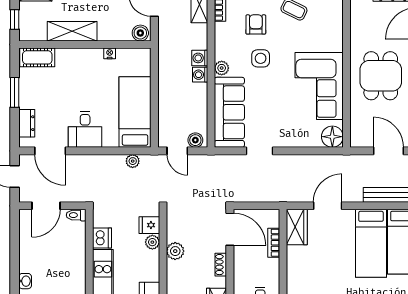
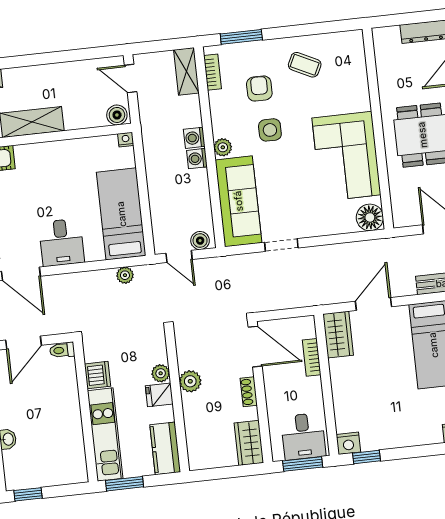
nightstand: (110, 53) -> (126, 140), moved
fridge: (149, 225) -> (159, 395), moved

